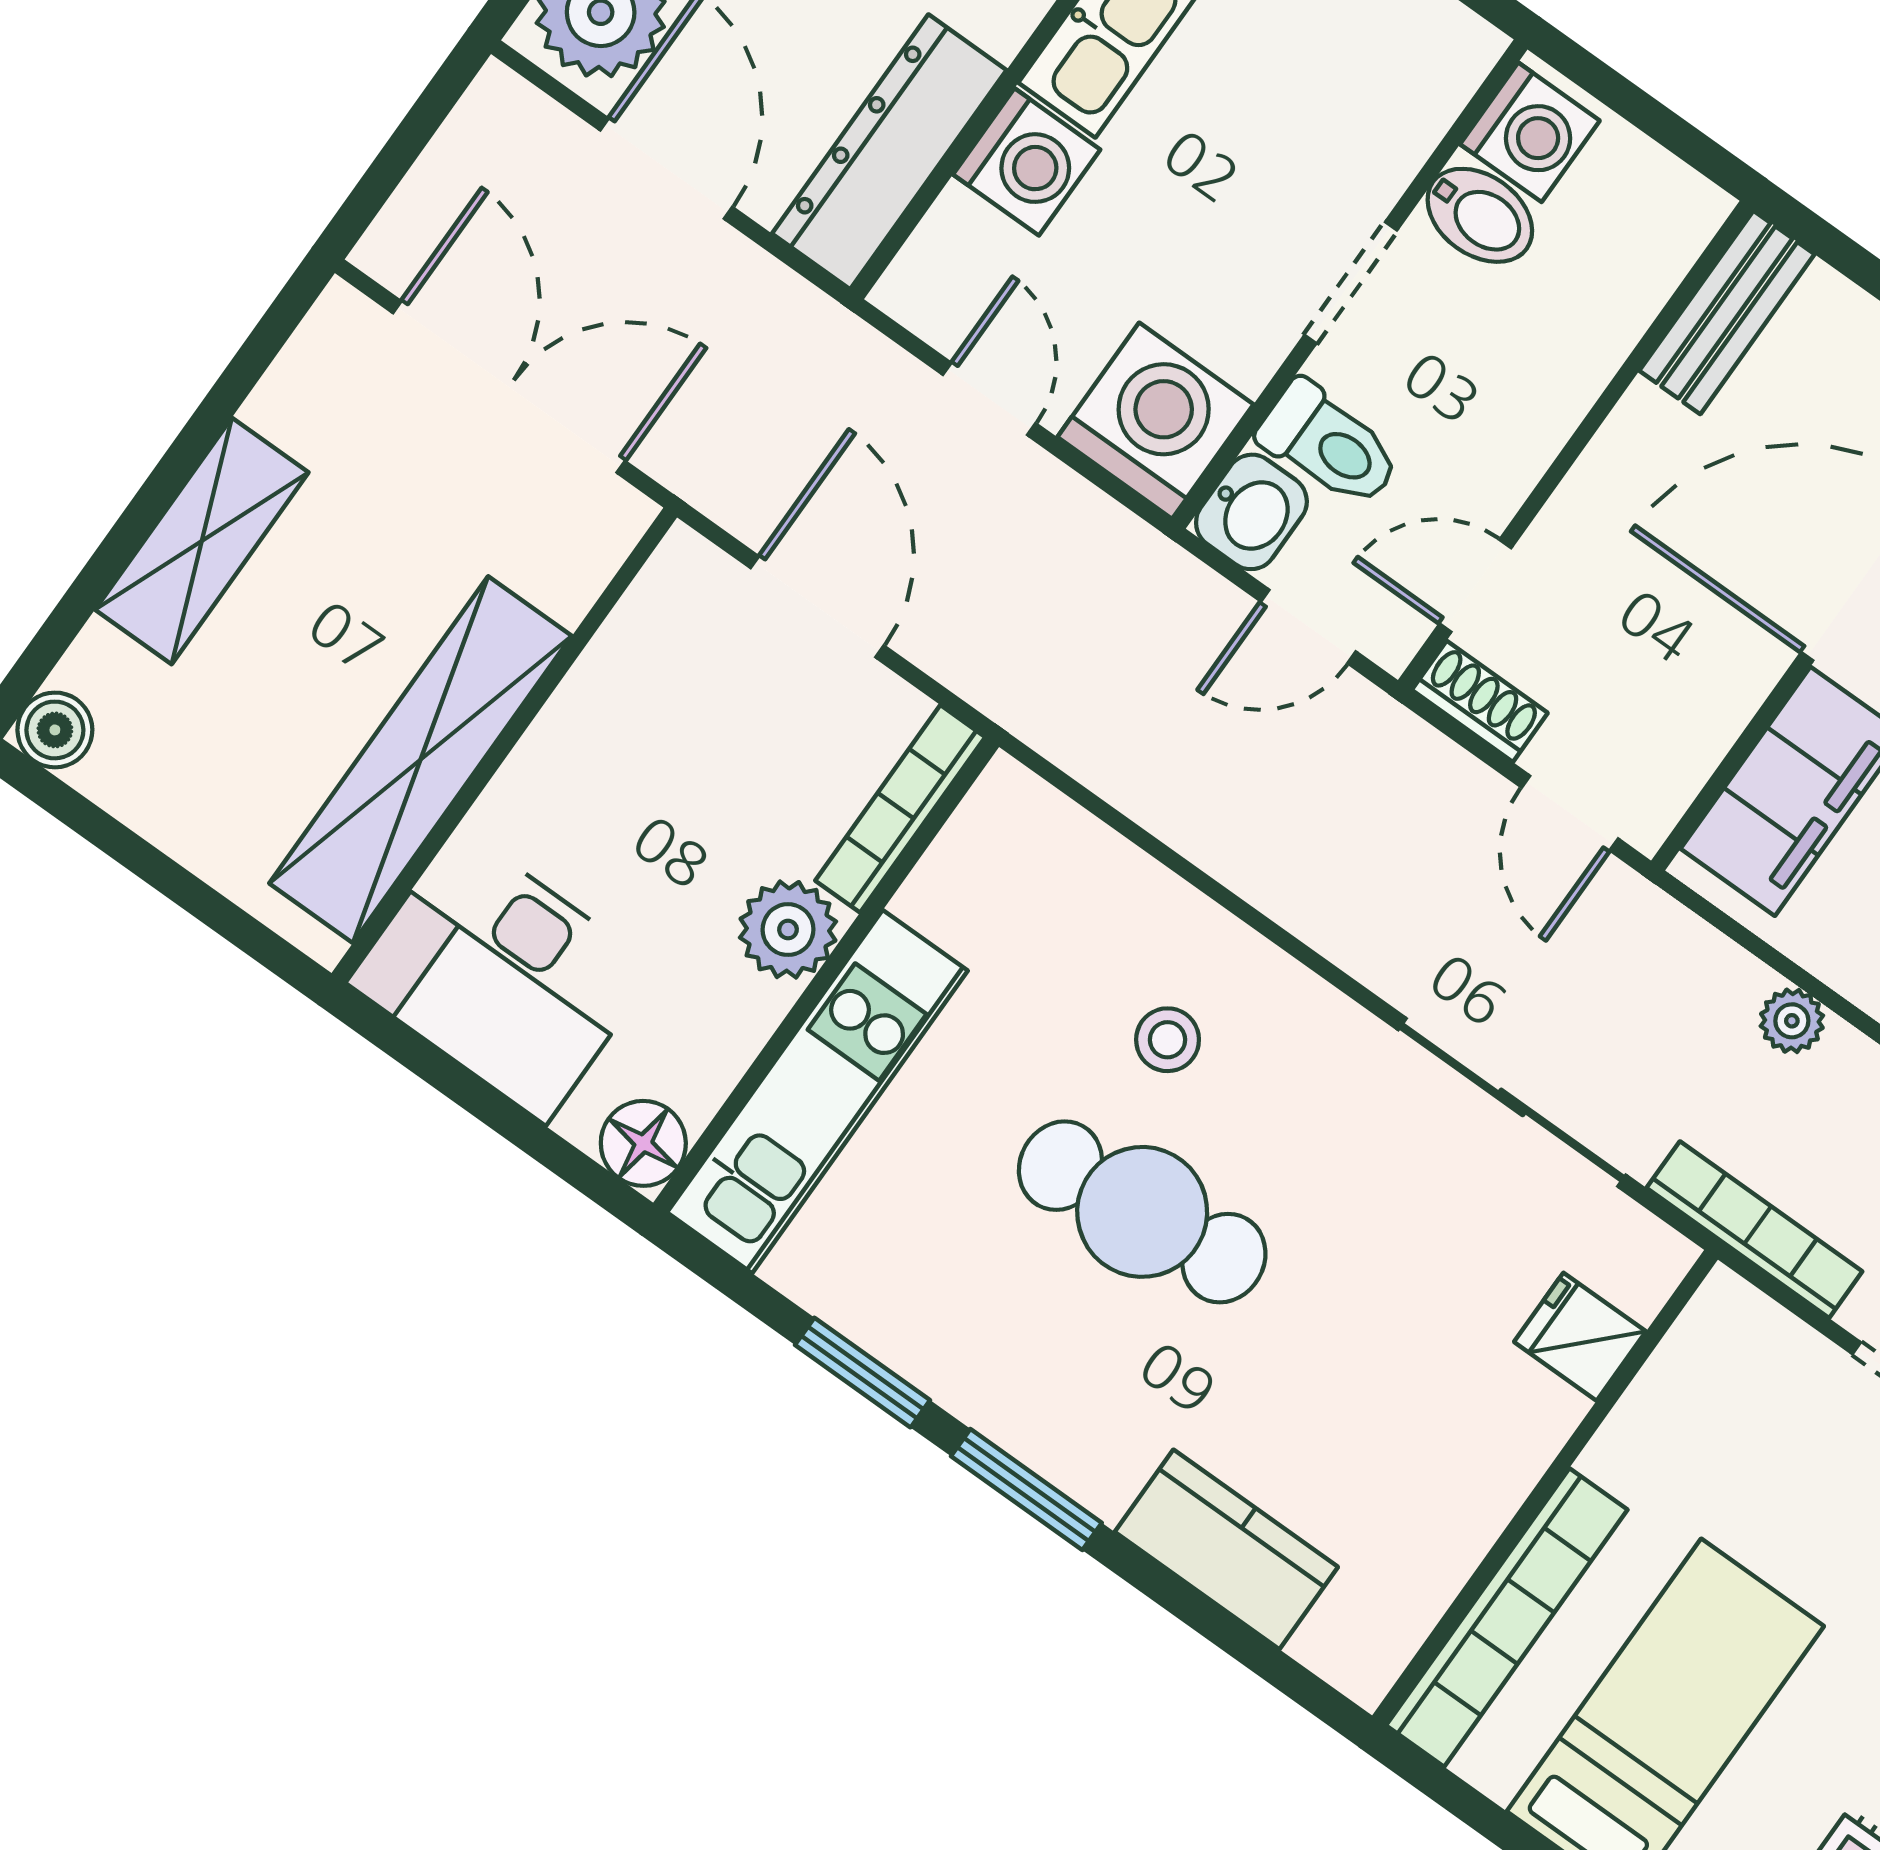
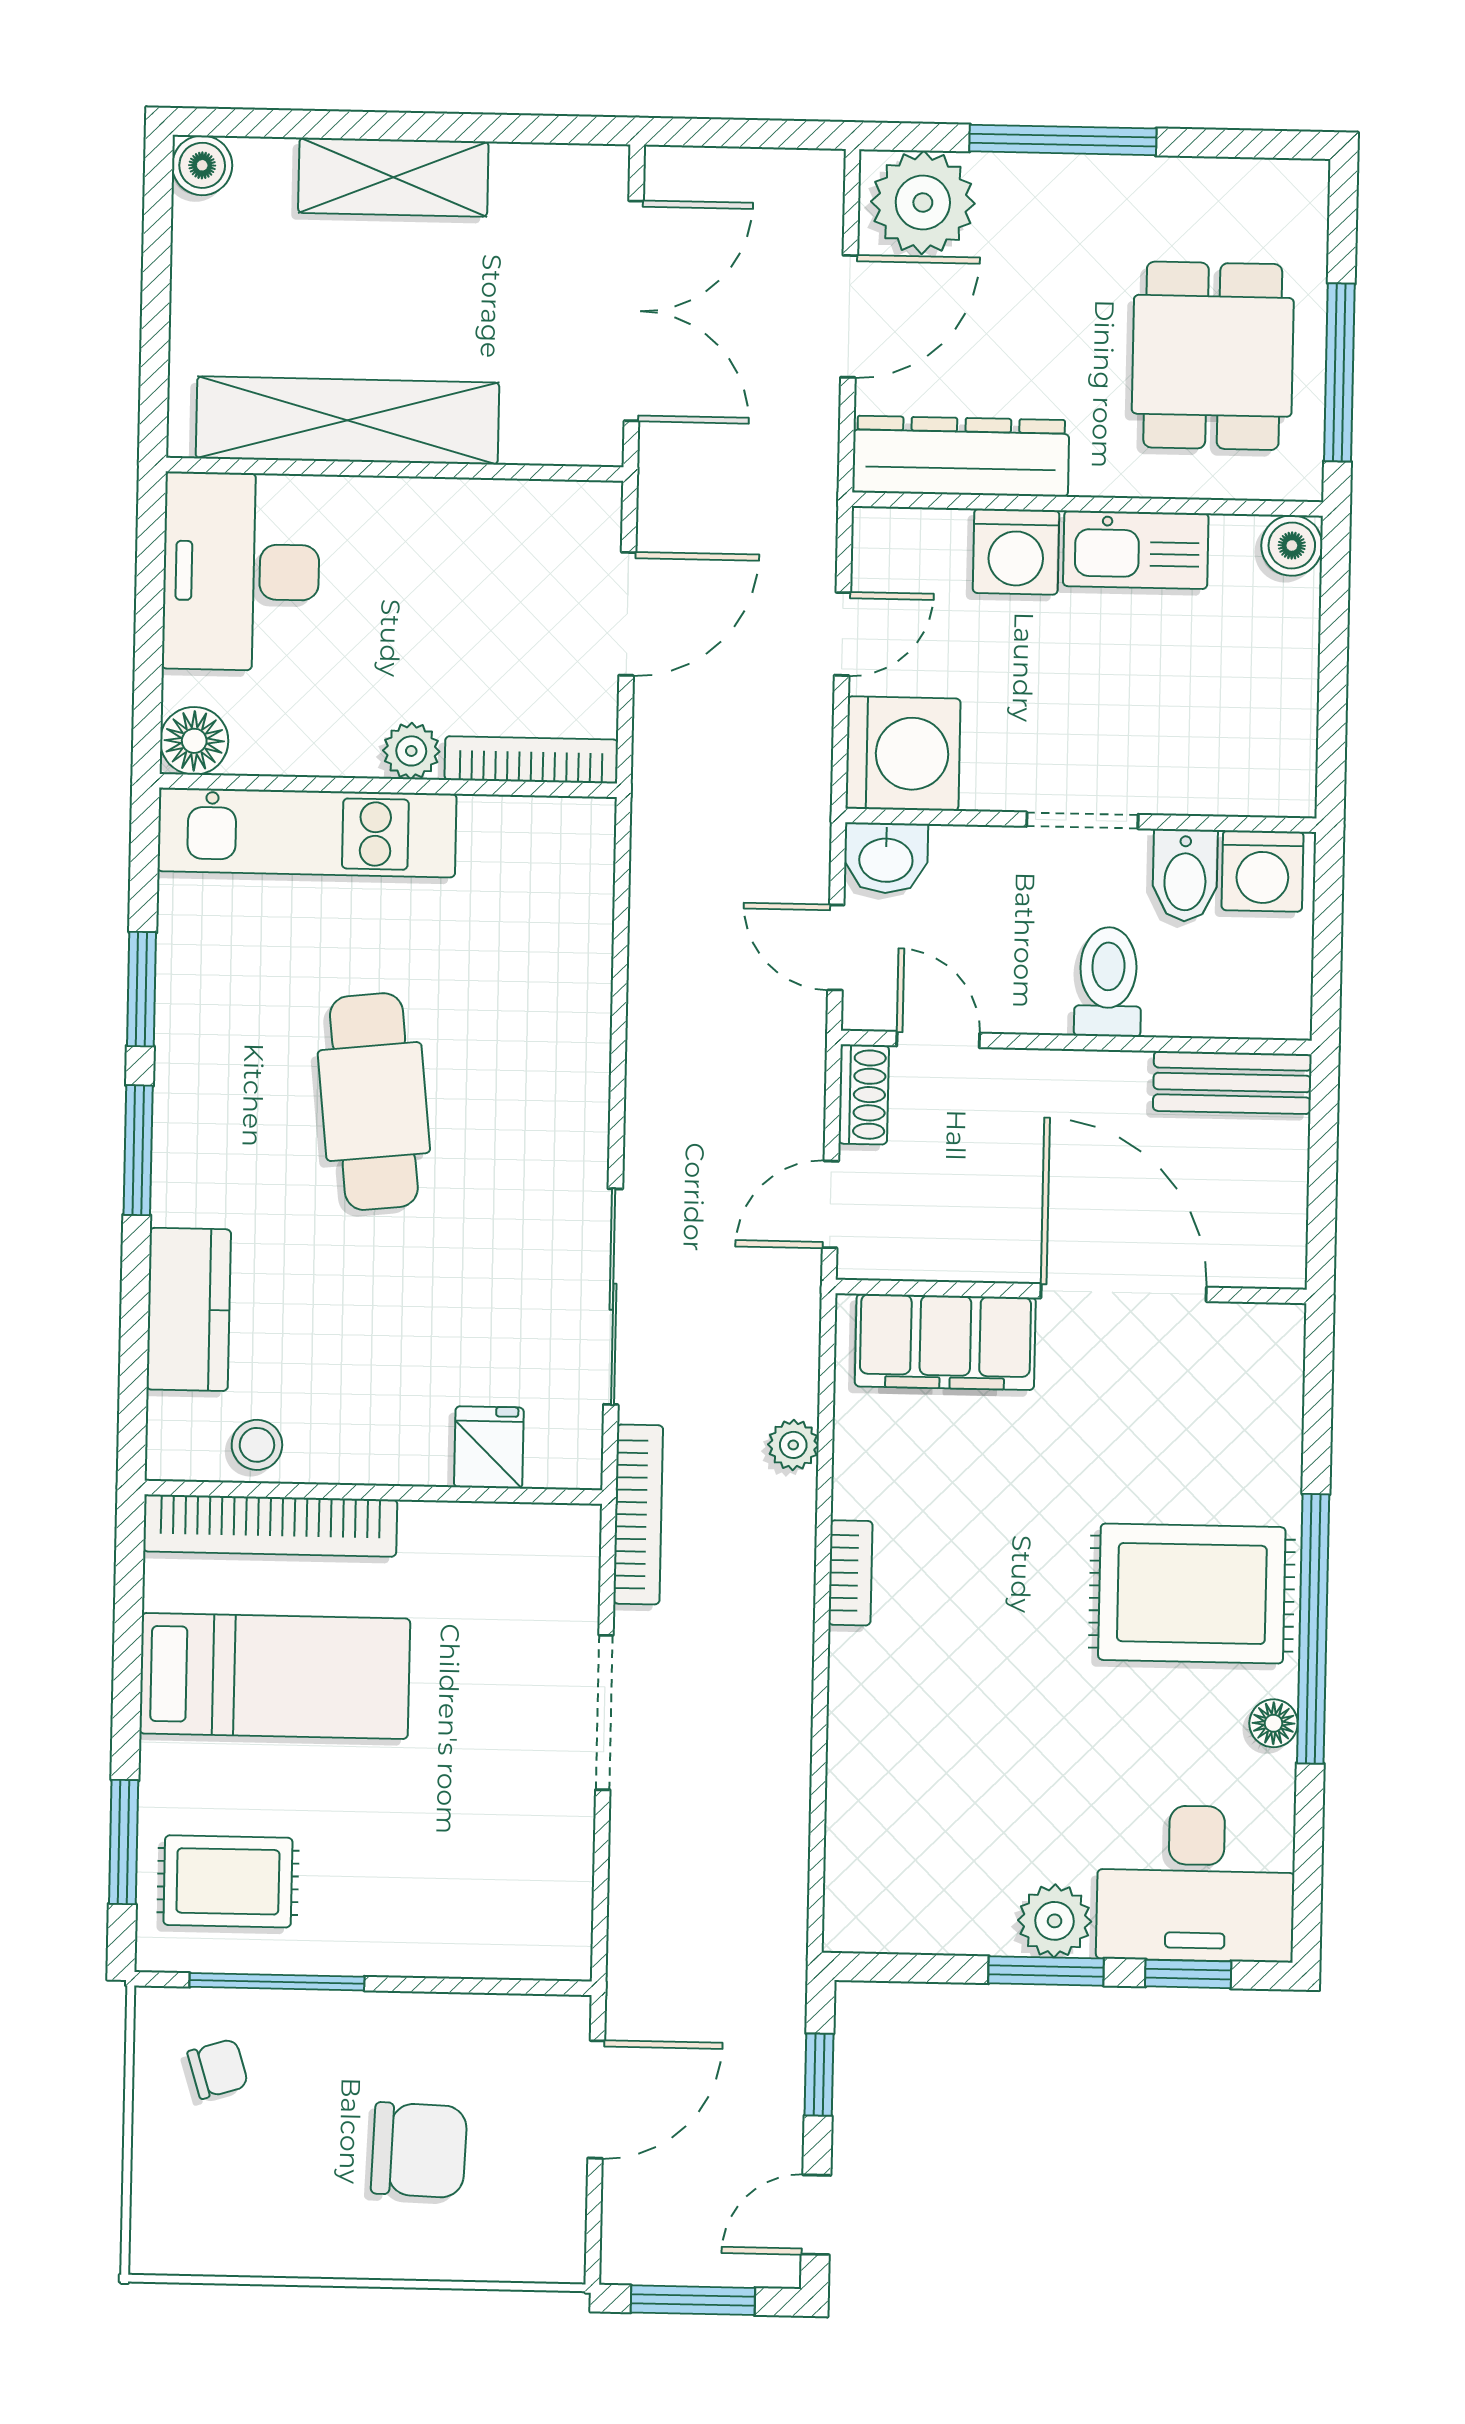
toilet: (1329, 445) -> (1108, 982), moved, turned 180
plant: (788, 930) -> (411, 751), width x0.73, depth x0.73
stool: (1168, 1040) -> (257, 1445), moved

